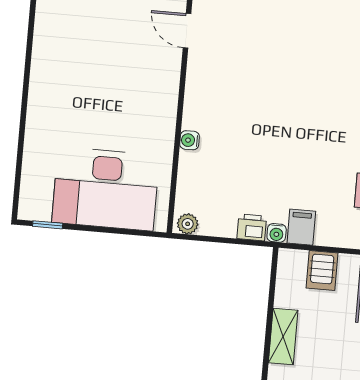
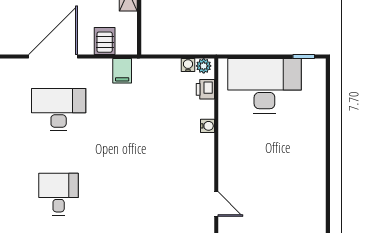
printer: (252, 227) -> (205, 89), moved, turned 90
water cooler: (277, 233) -> (188, 65), moved

